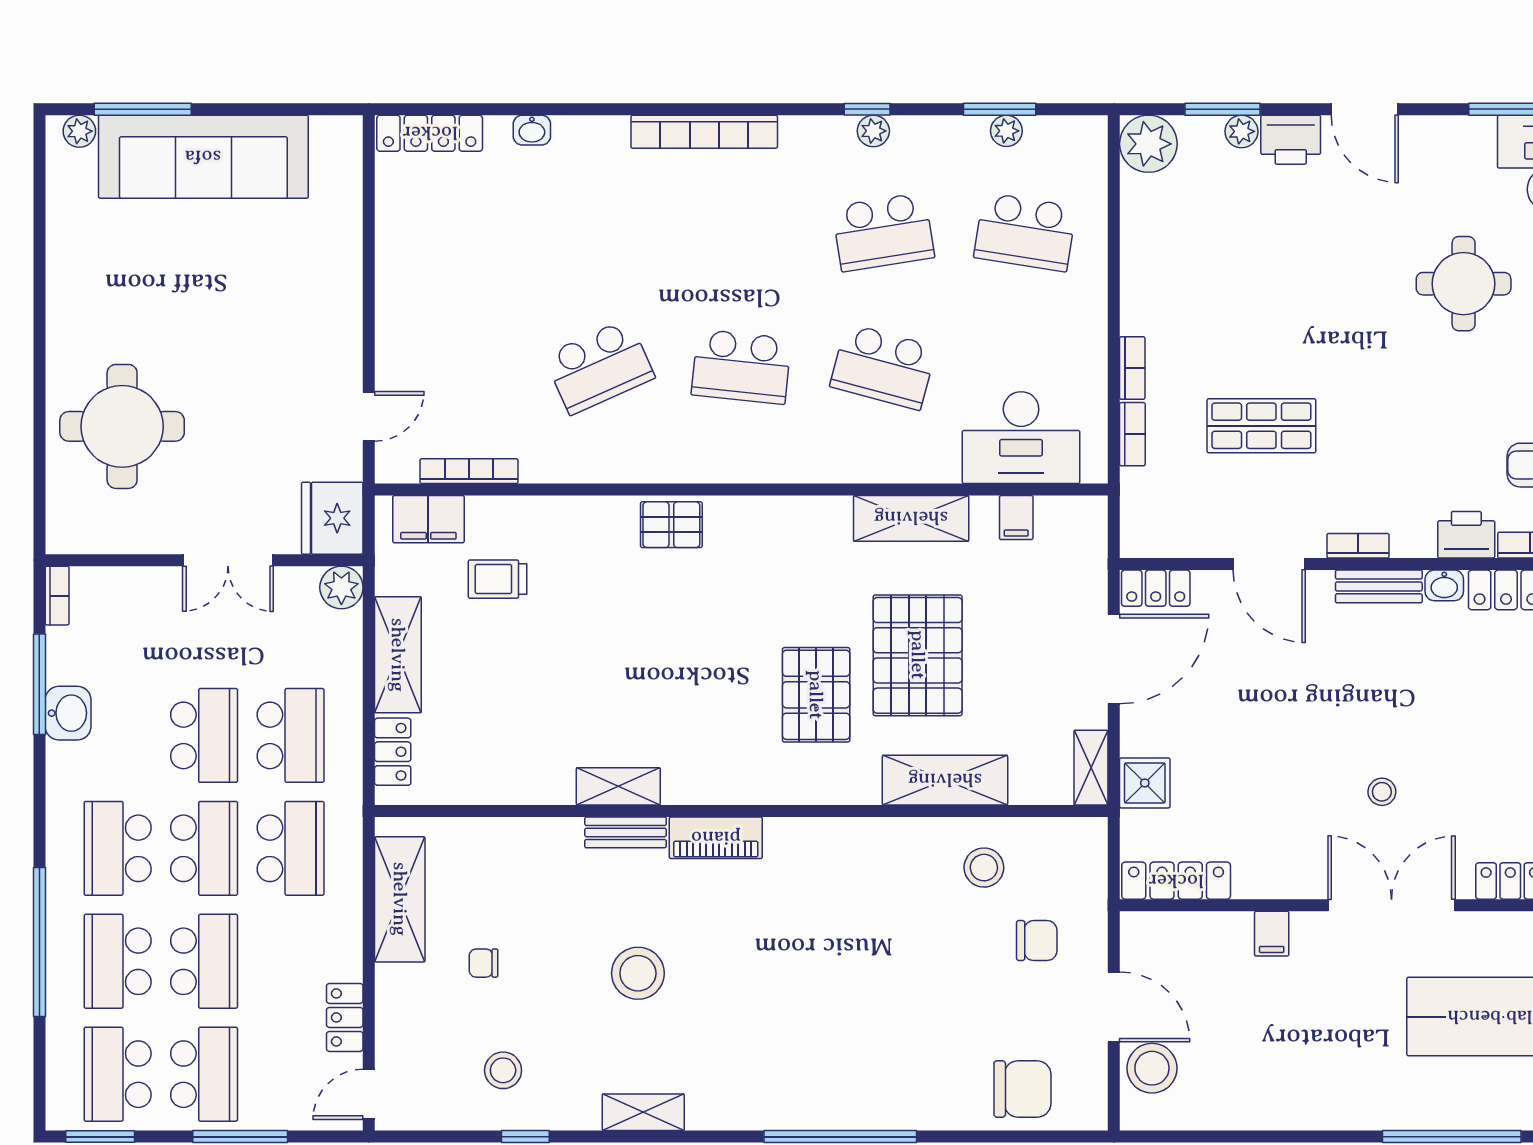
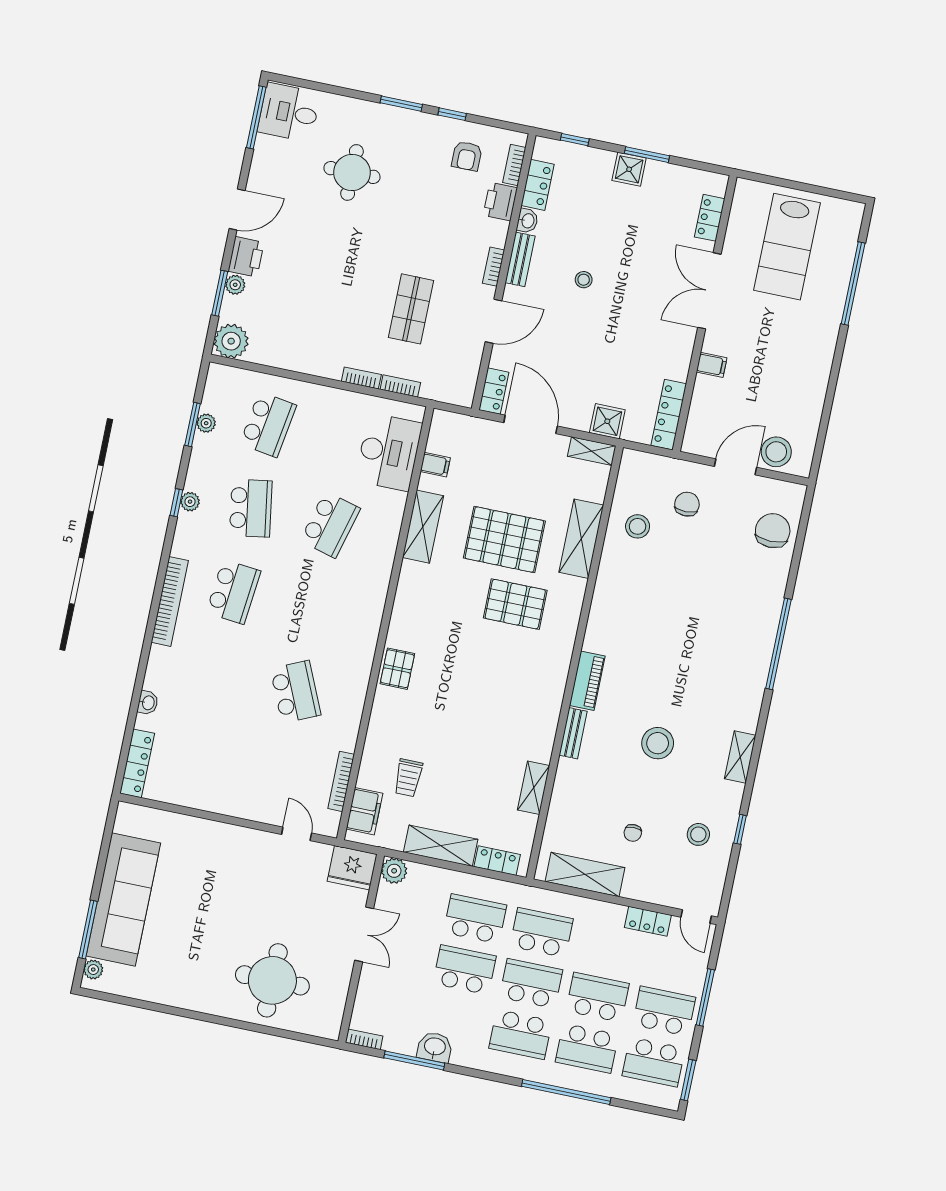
school desk: (741, 367) -> (233, 592), moved
shelving: (618, 786) -> (534, 788), moved
stool: (1382, 792) -> (584, 280), moved

